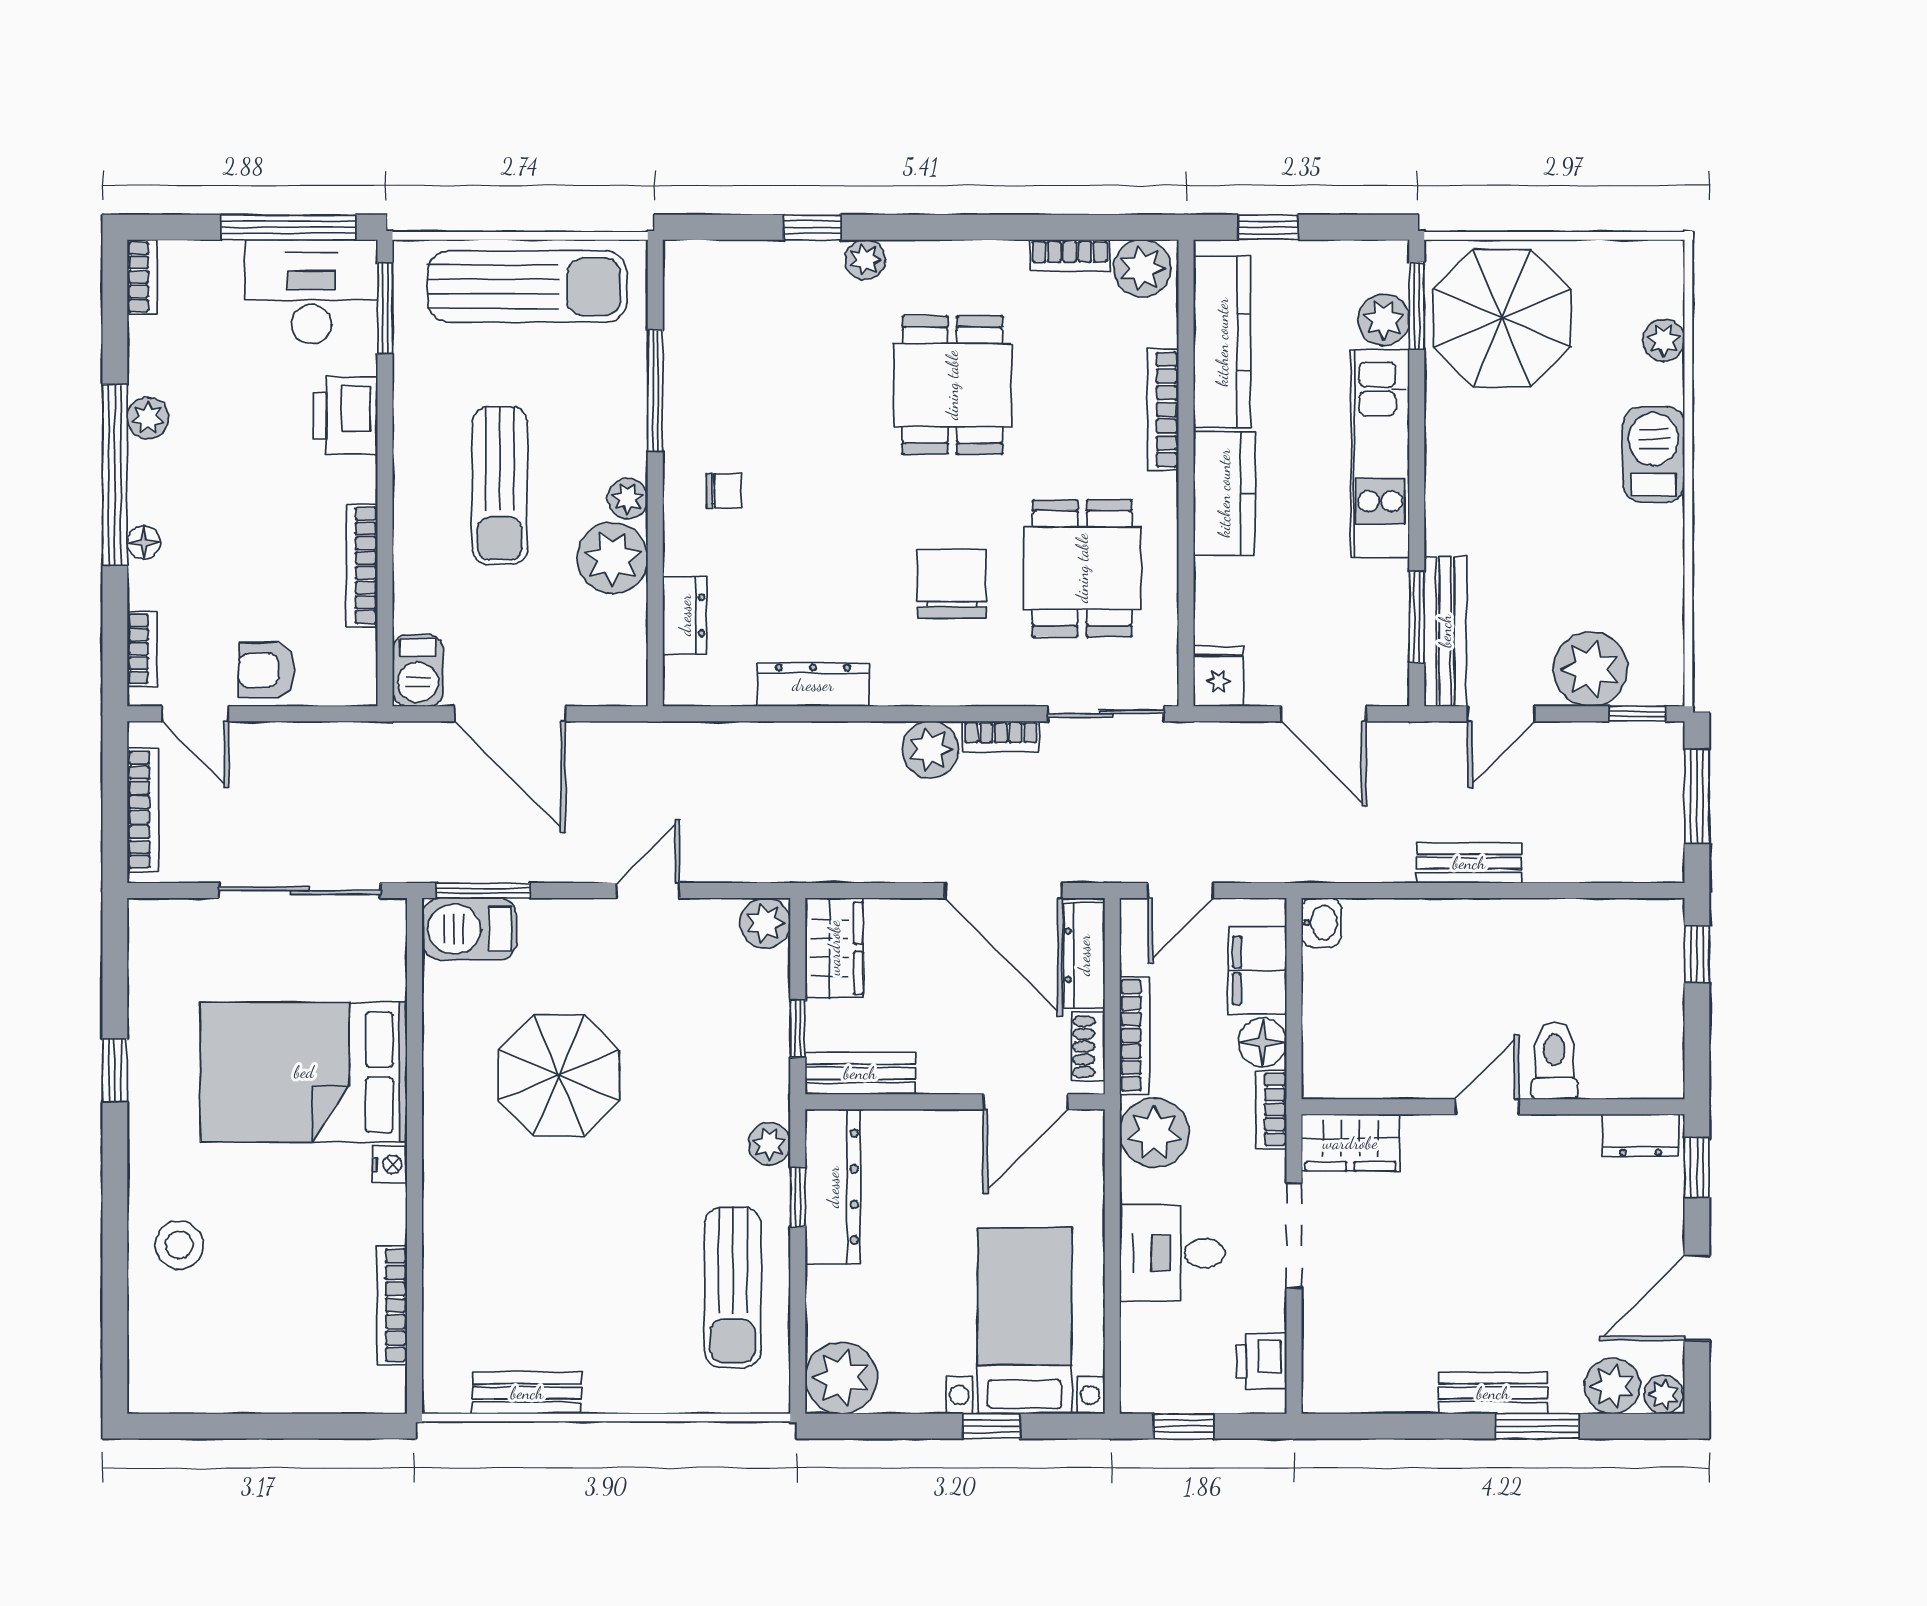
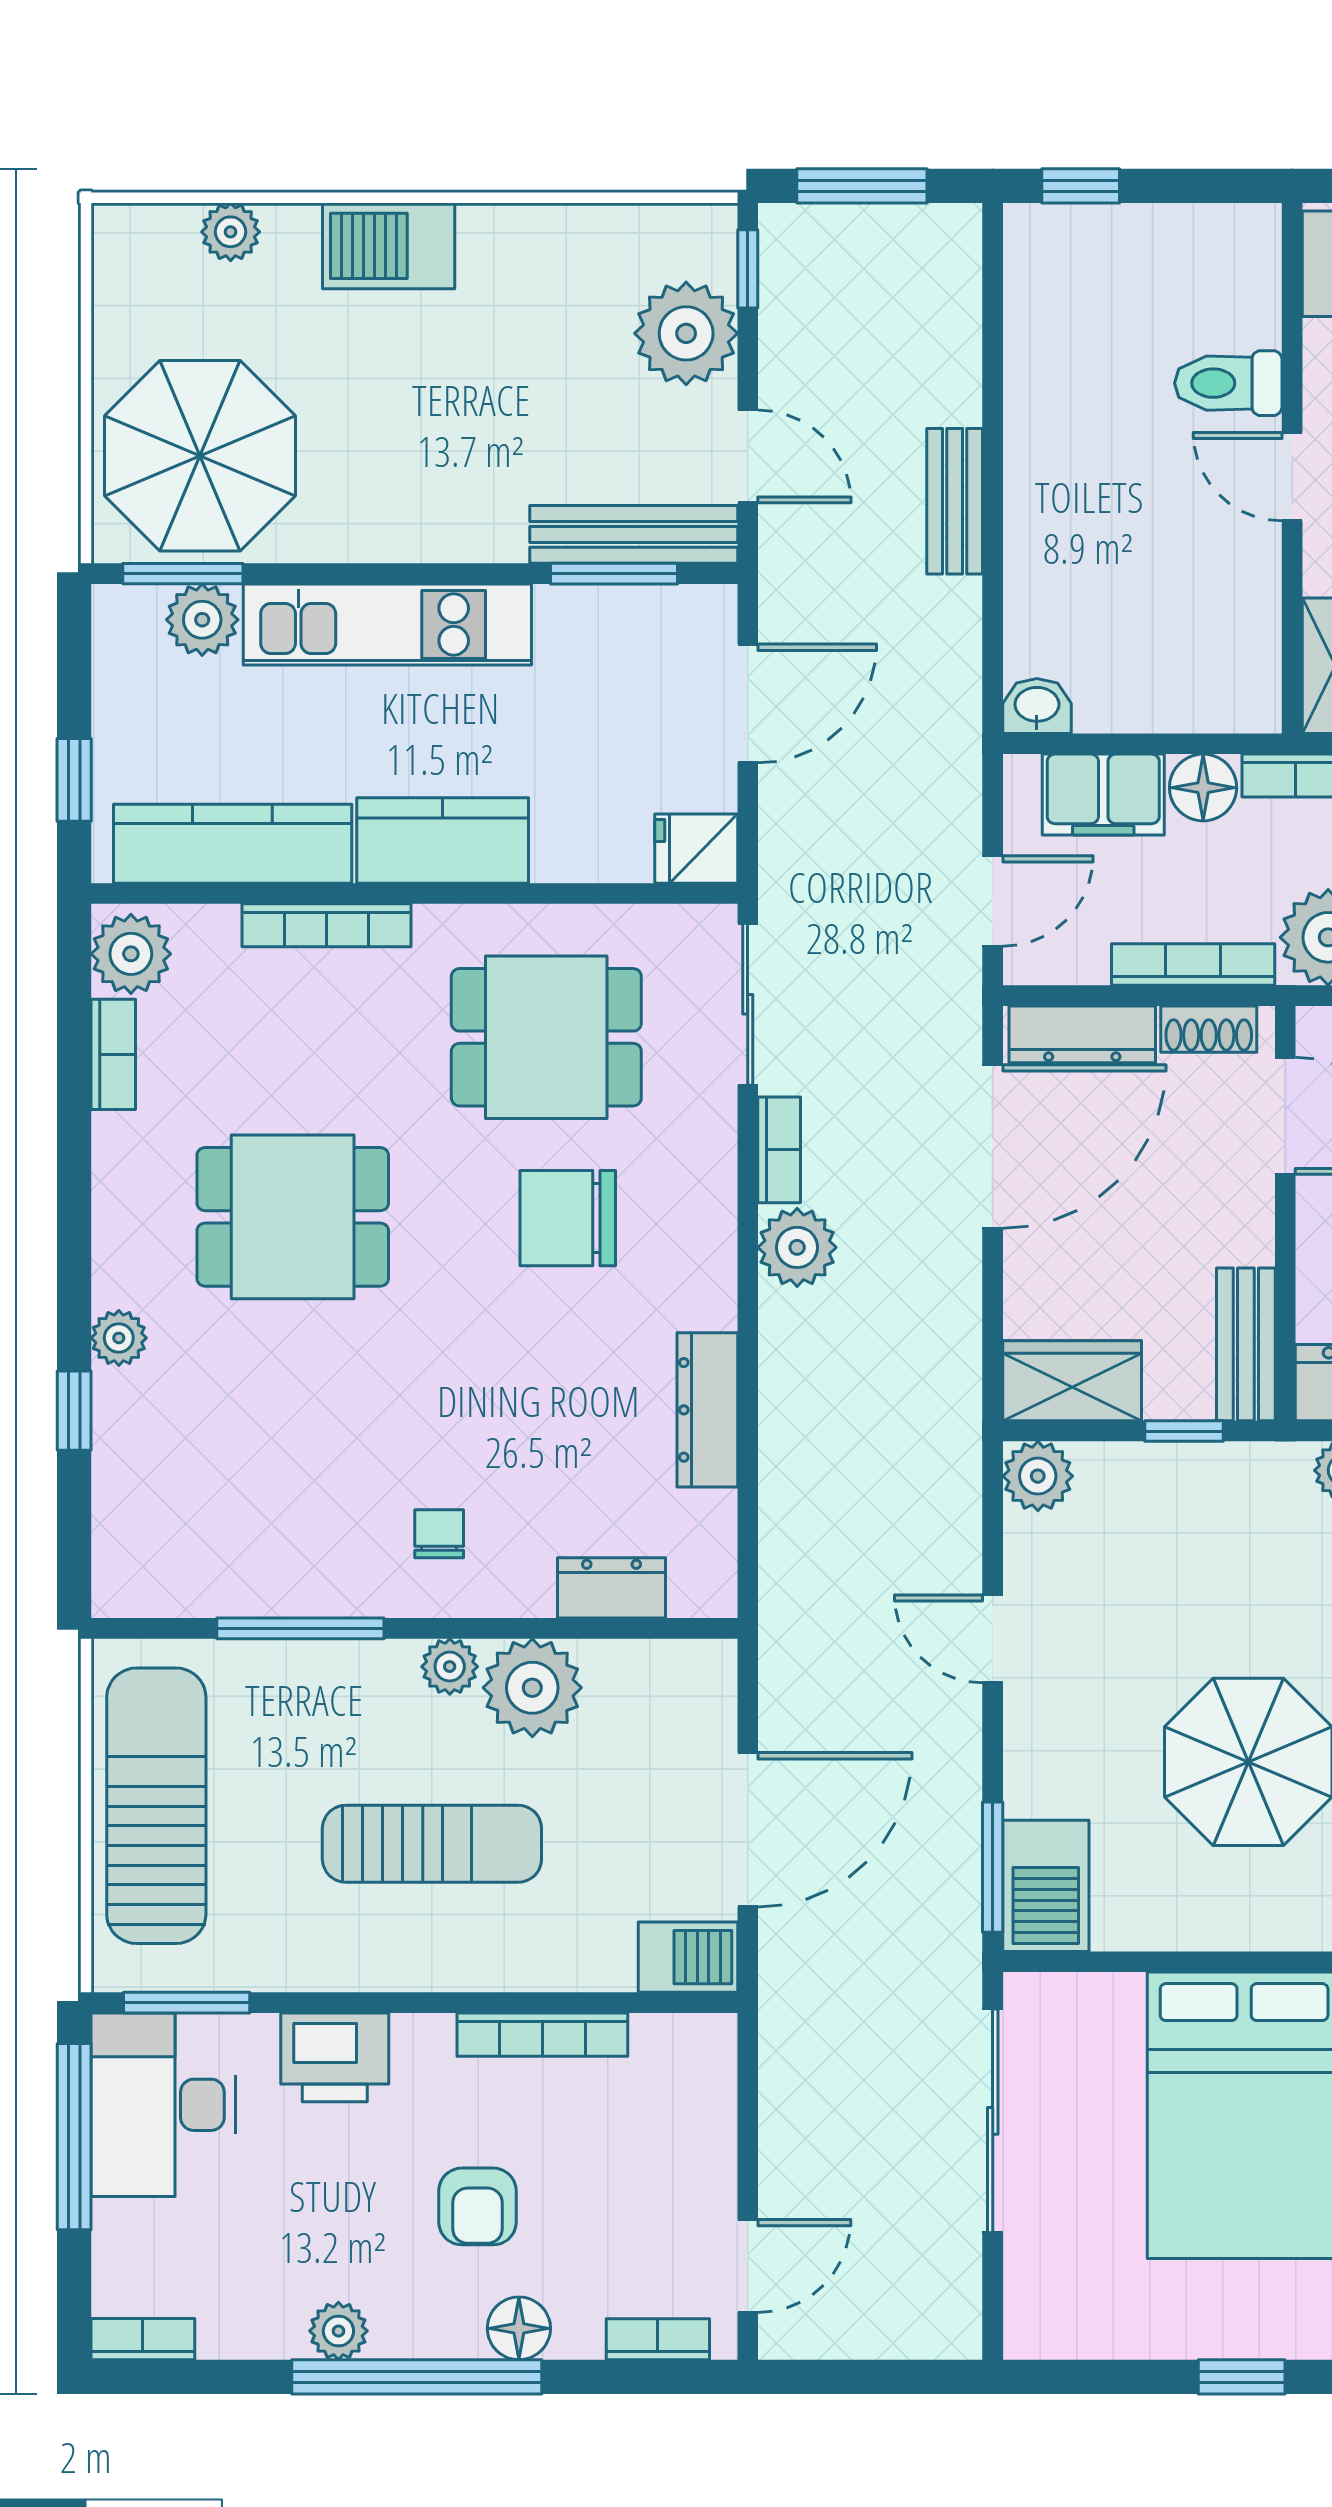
floor lamp: (144, 542) -> (519, 2328), width x1.37, depth x1.37
armchair: (266, 670) -> (477, 2206), moved
bookcase: (143, 810) -> (881, 2338), removed
door: (1181, 891) -> (993, 901), hinge flipped

